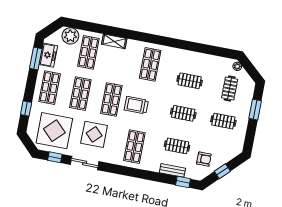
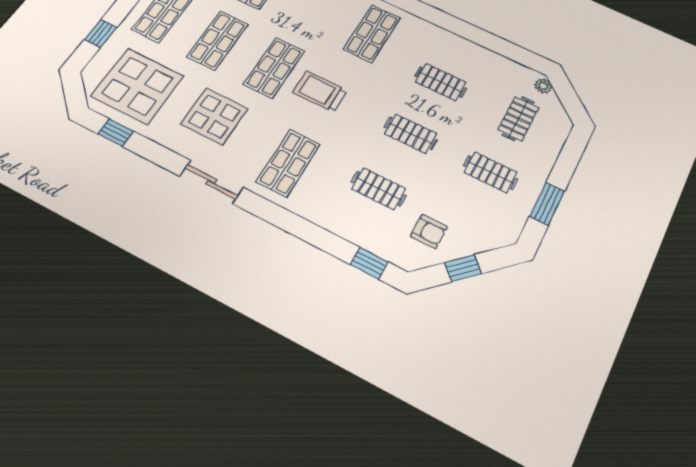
window: (255, 110) -> (547, 204), moved
sliding door: (85, 163) -> (211, 182), moved
bench: (172, 170) -> (353, 233), removed

